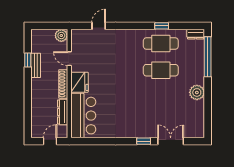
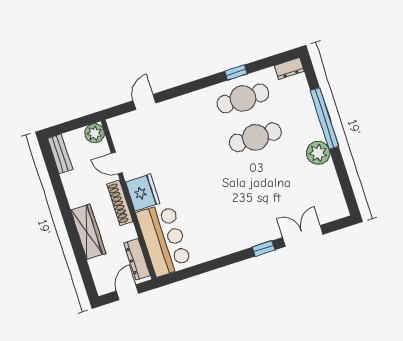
window: (208, 57) -> (324, 118), moved
window: (28, 60) -> (57, 185), removed
bench: (36, 65) -> (60, 154), moved
wardrobe: (38, 96) -> (88, 232), added
dresser: (63, 112) -> (137, 259), moved

